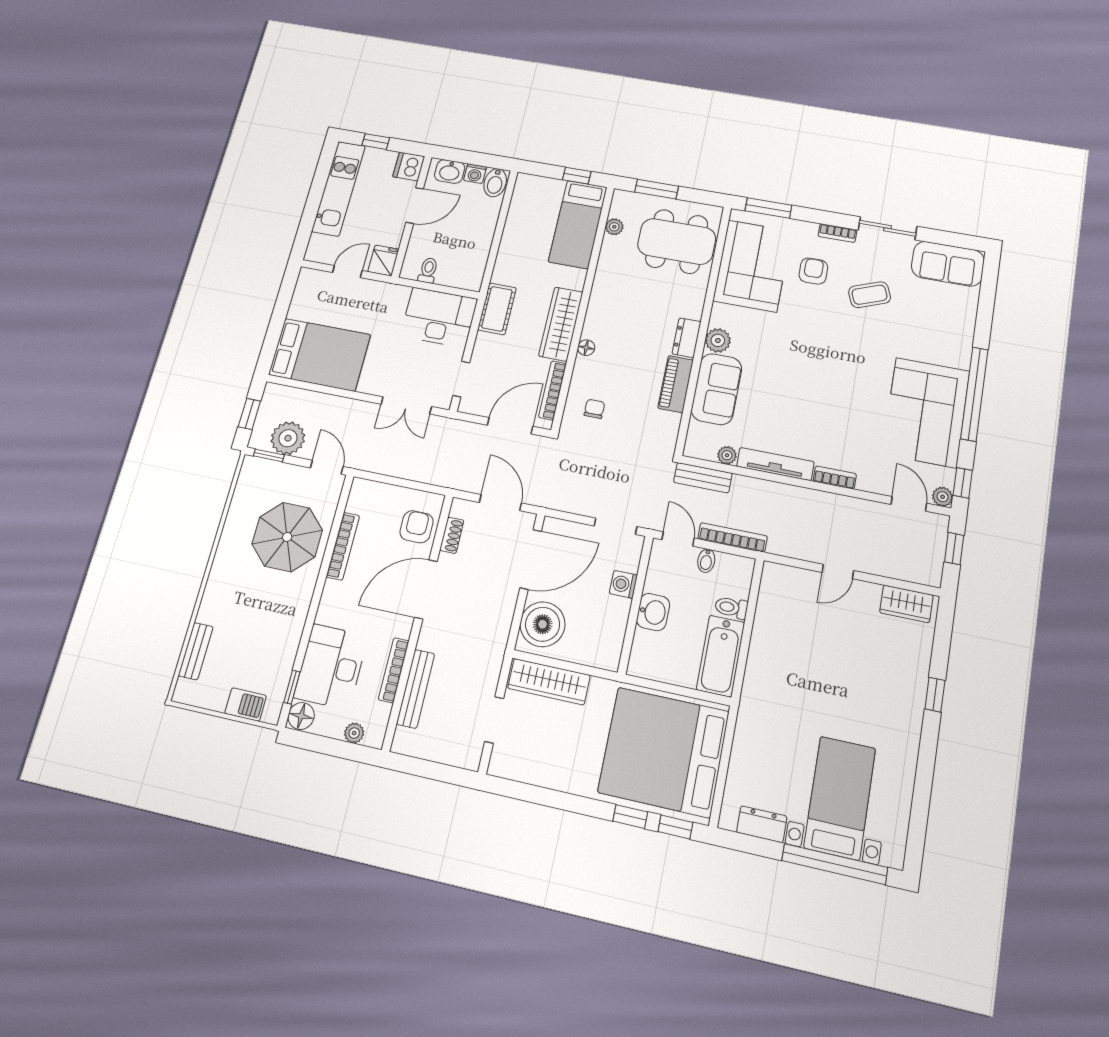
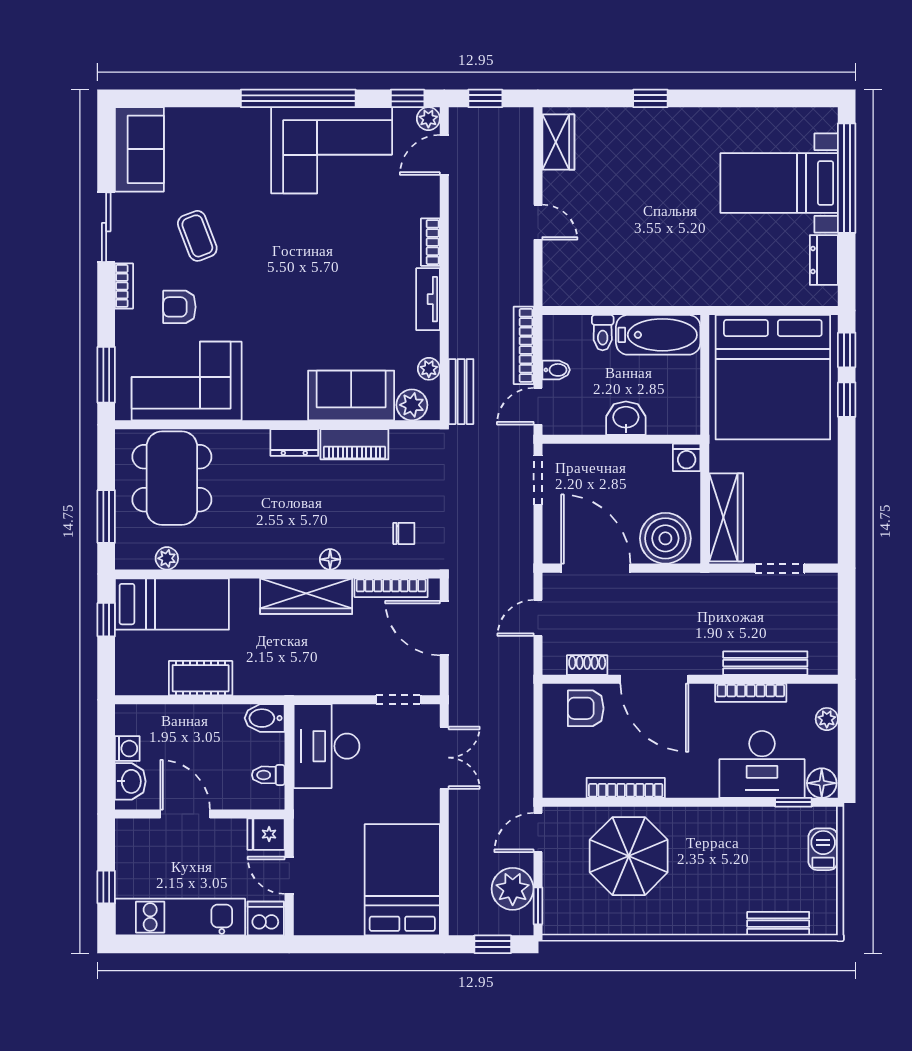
dishwasher: (409, 166) -> (266, 918), moved, turned 180
bidet: (495, 183) -> (265, 718), moved, turned 180
cot: (497, 309) -> (201, 678), moved
plant: (718, 340) -> (412, 405), moved
chair: (594, 409) -> (404, 533), turned 180
tv unit: (775, 464) -> (428, 299), width x0.71
door: (500, 503) -> (538, 618), width x0.73
washing machine: (623, 584) -> (687, 457), moved

